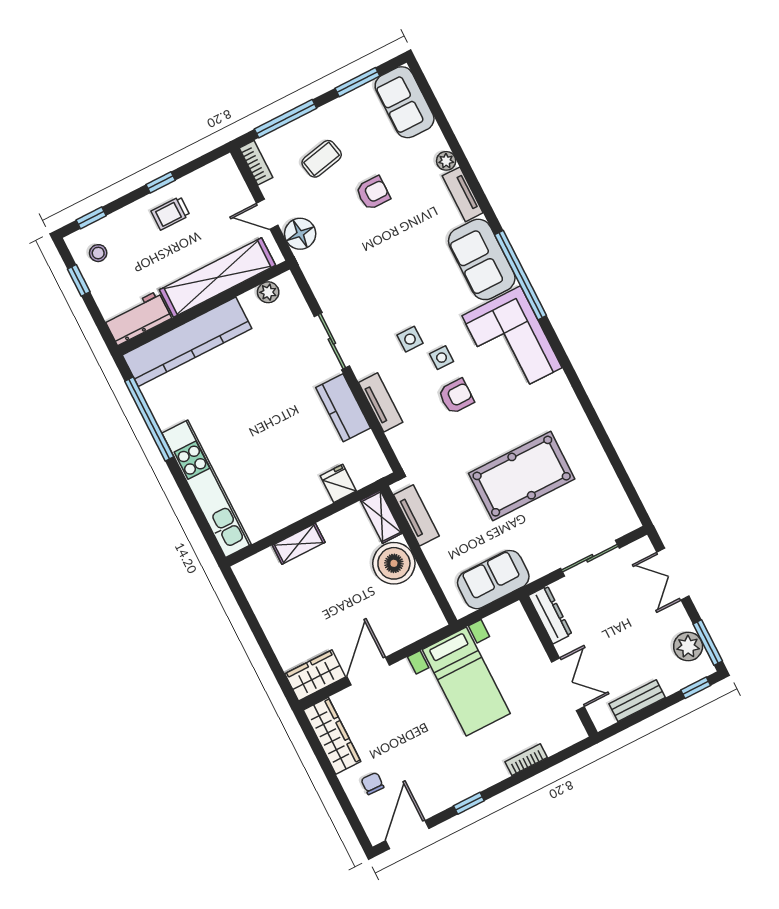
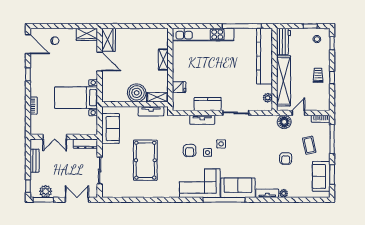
sofa: (405, 102) -> (321, 176), moved, turned -90
wardrobe: (332, 736) -> (87, 34), width x0.67

